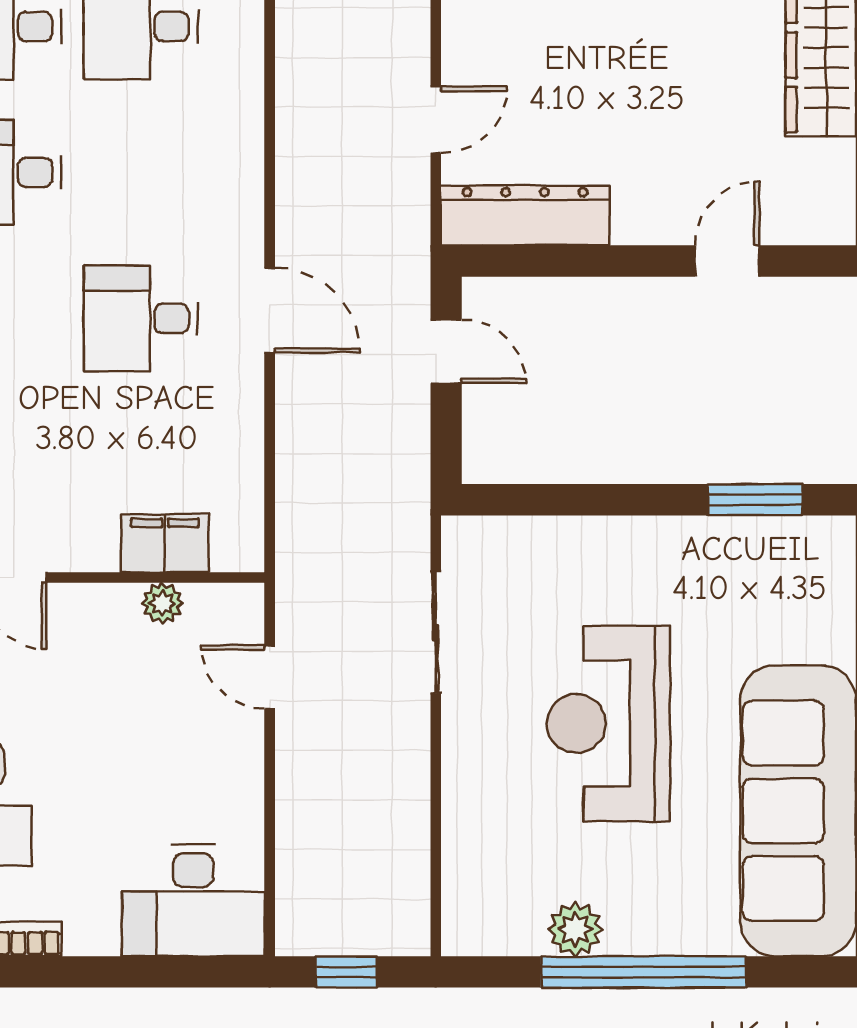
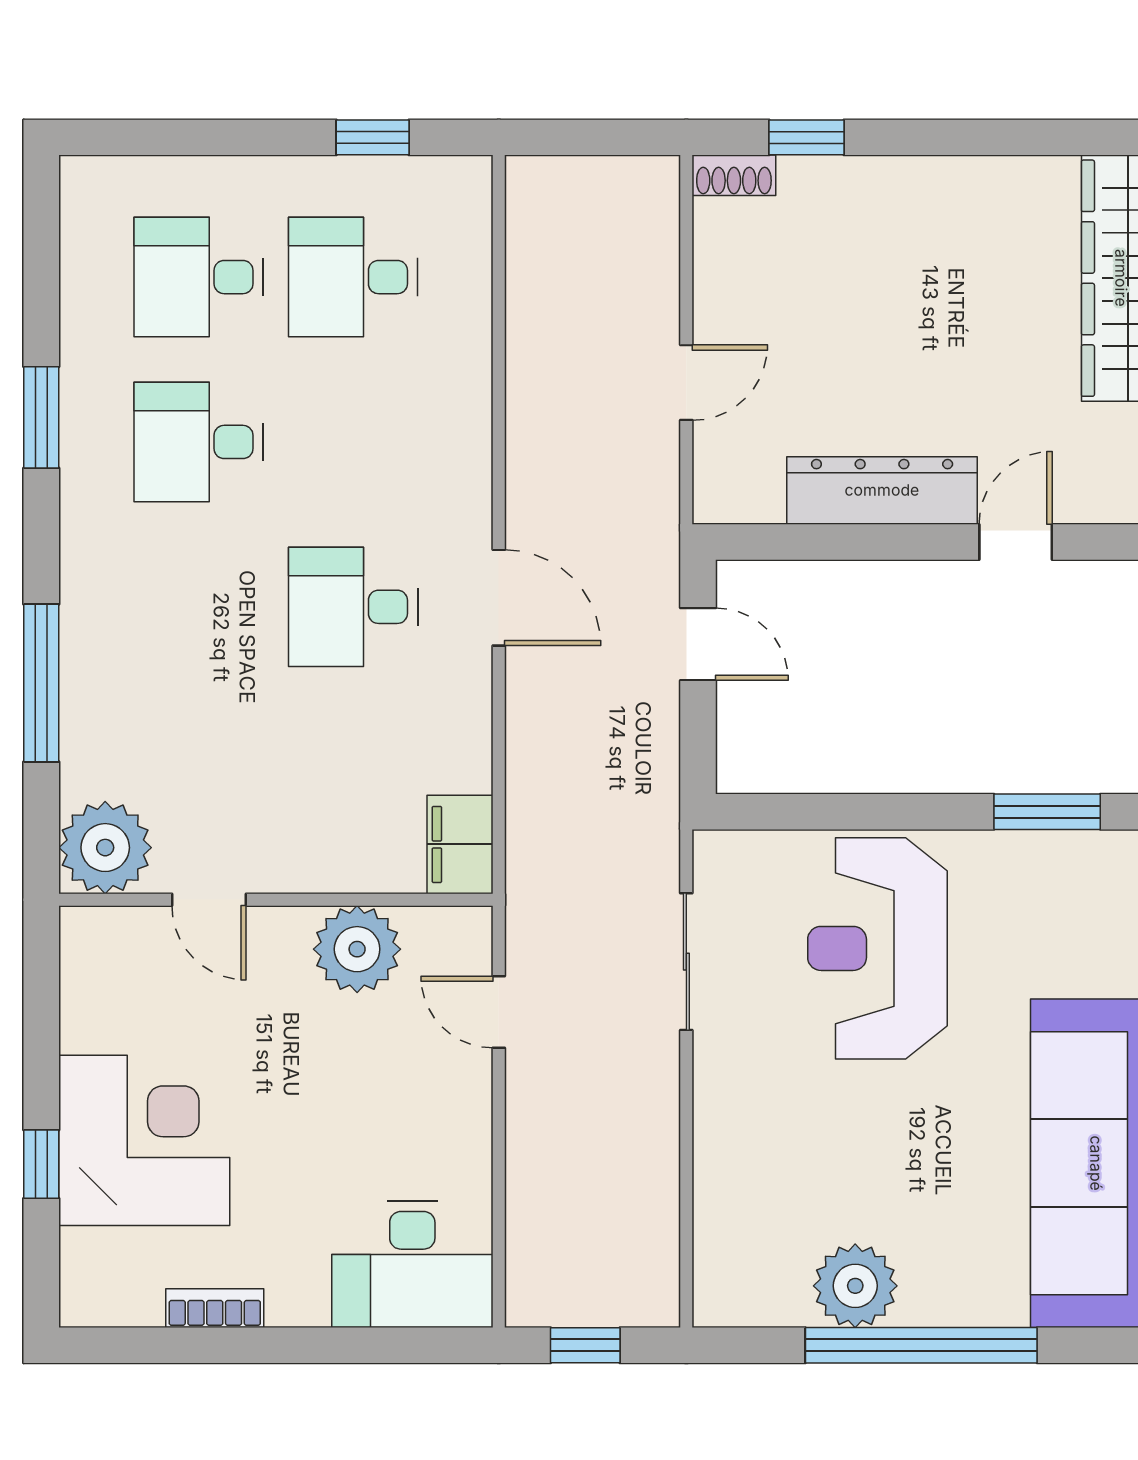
dresser: (525, 215) -> (882, 490), moved
filing cabinet: (165, 543) -> (460, 844), moved, turned -90
plant: (162, 603) -> (357, 949), width x1.87, depth x1.87
reception desk: (608, 724) -> (877, 948), moved
plant: (575, 929) -> (855, 1286), width x1.36, depth x1.36

